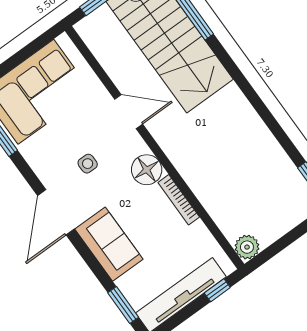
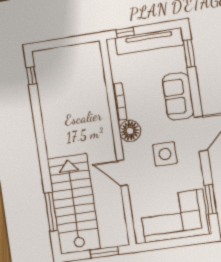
side table: (88, 164) -> (165, 154), width x1.87, depth x1.87
plant: (247, 247) -> (93, 50), removed

